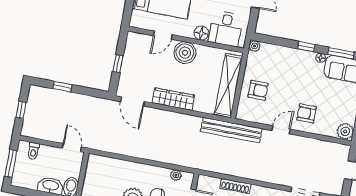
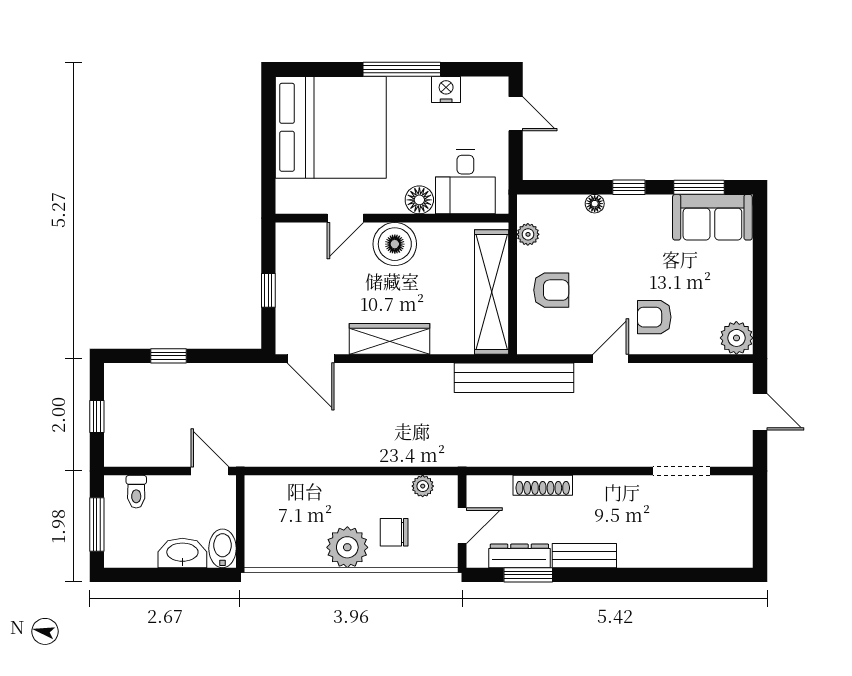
plant: (255, 46) -> (528, 234), moved
floor lamp: (321, 58) -> (595, 204), moved

